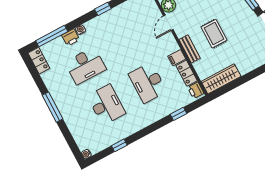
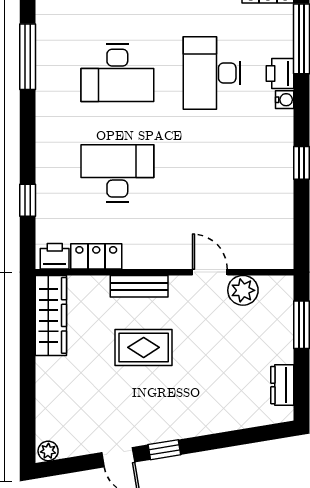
filing cabinet: (177, 58) -> (135, 253), removed
window: (119, 145) -> (28, 57), width x2.17

